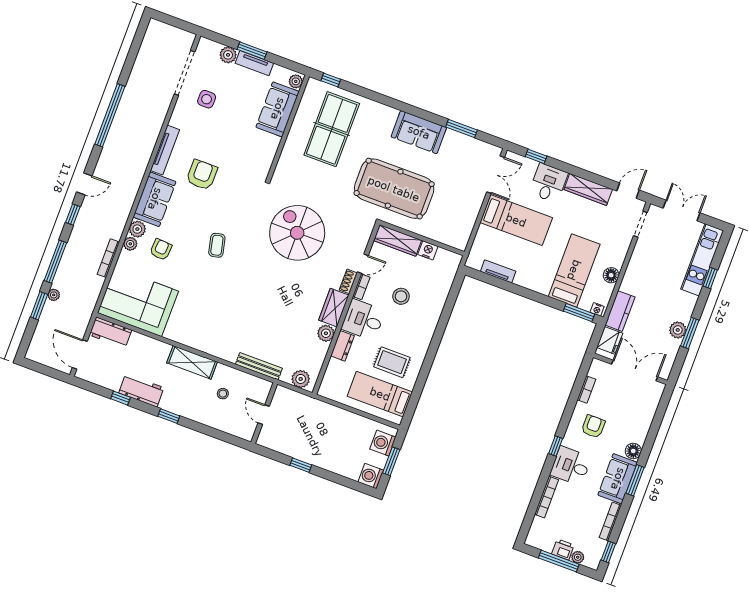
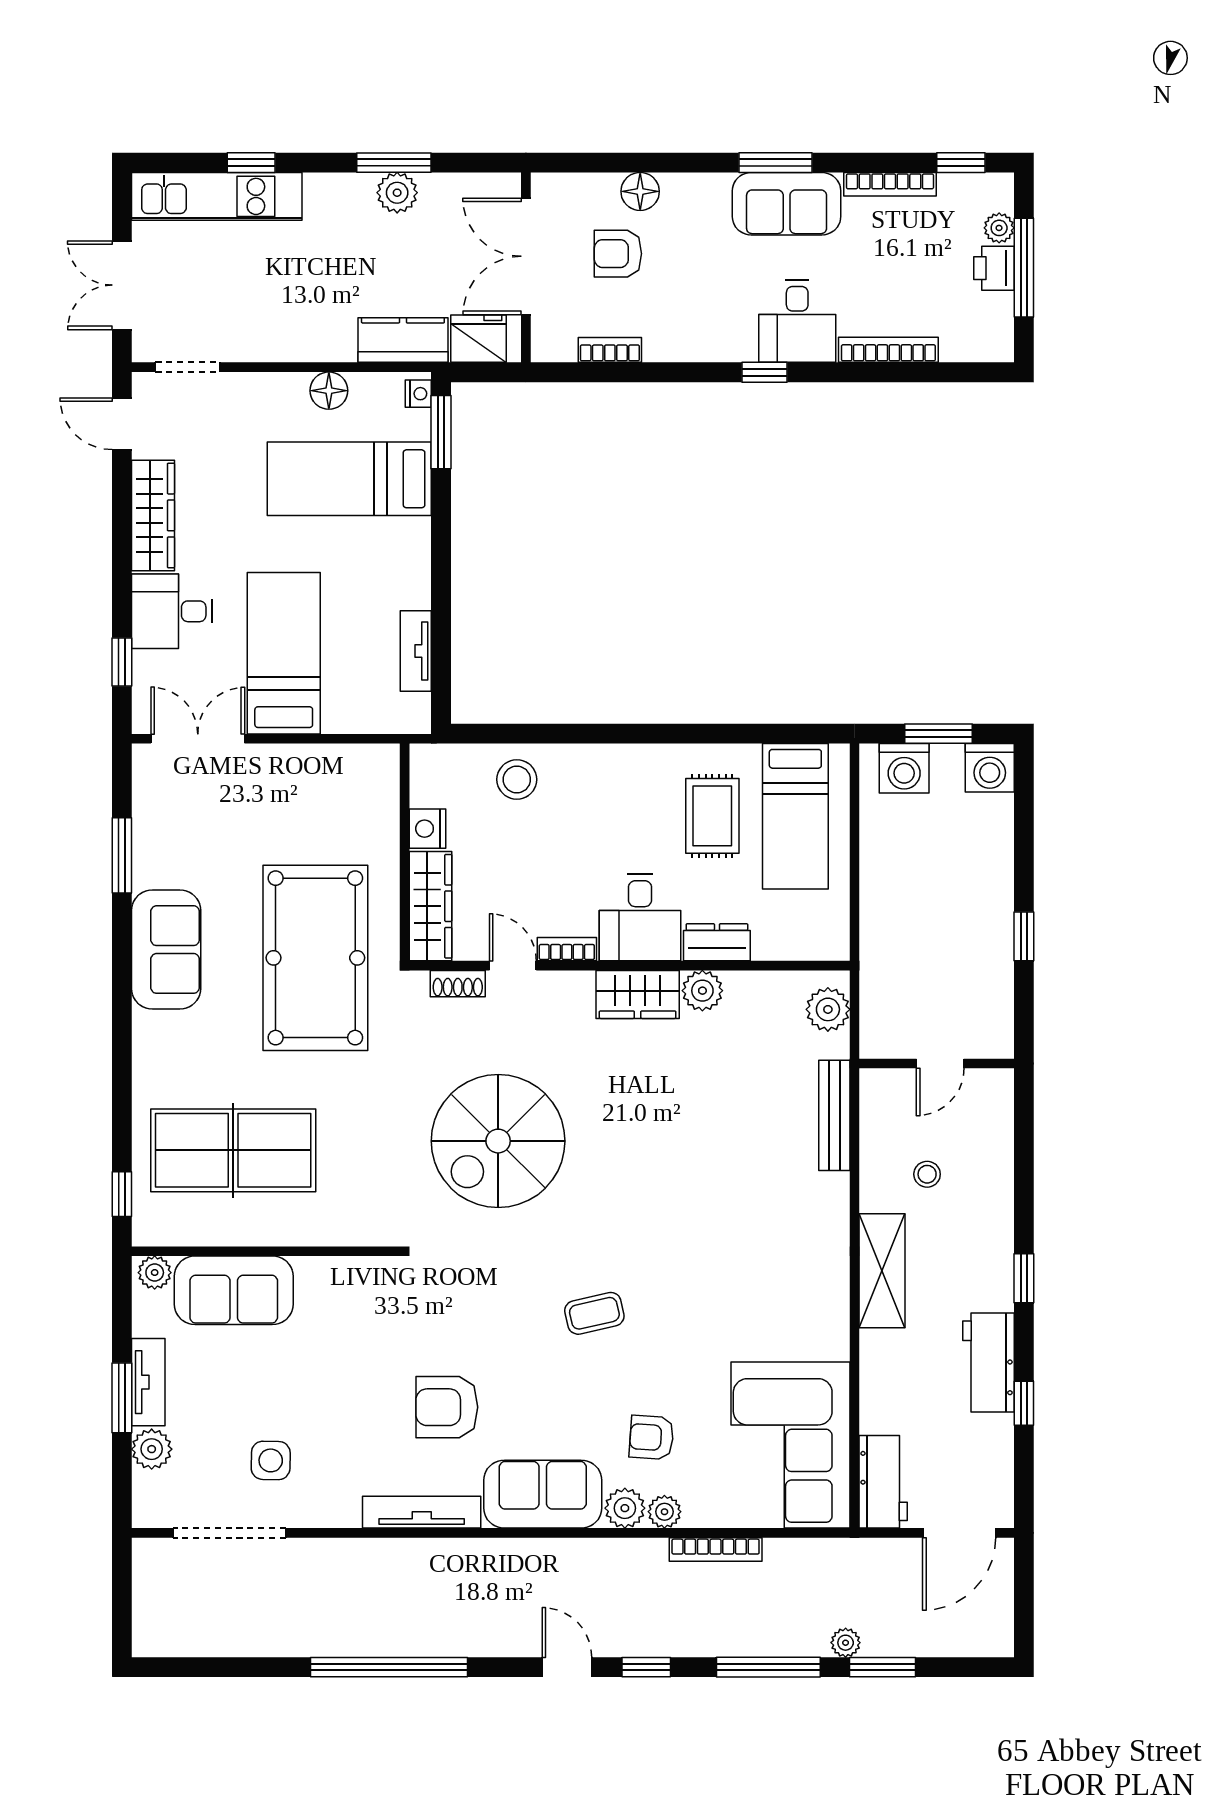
shoe rack: (348, 281) -> (458, 984), moved
stool: (401, 296) -> (517, 779), moved
armchair: (593, 426) -> (618, 254), moved
floor lamp: (633, 451) -> (640, 191), moved

